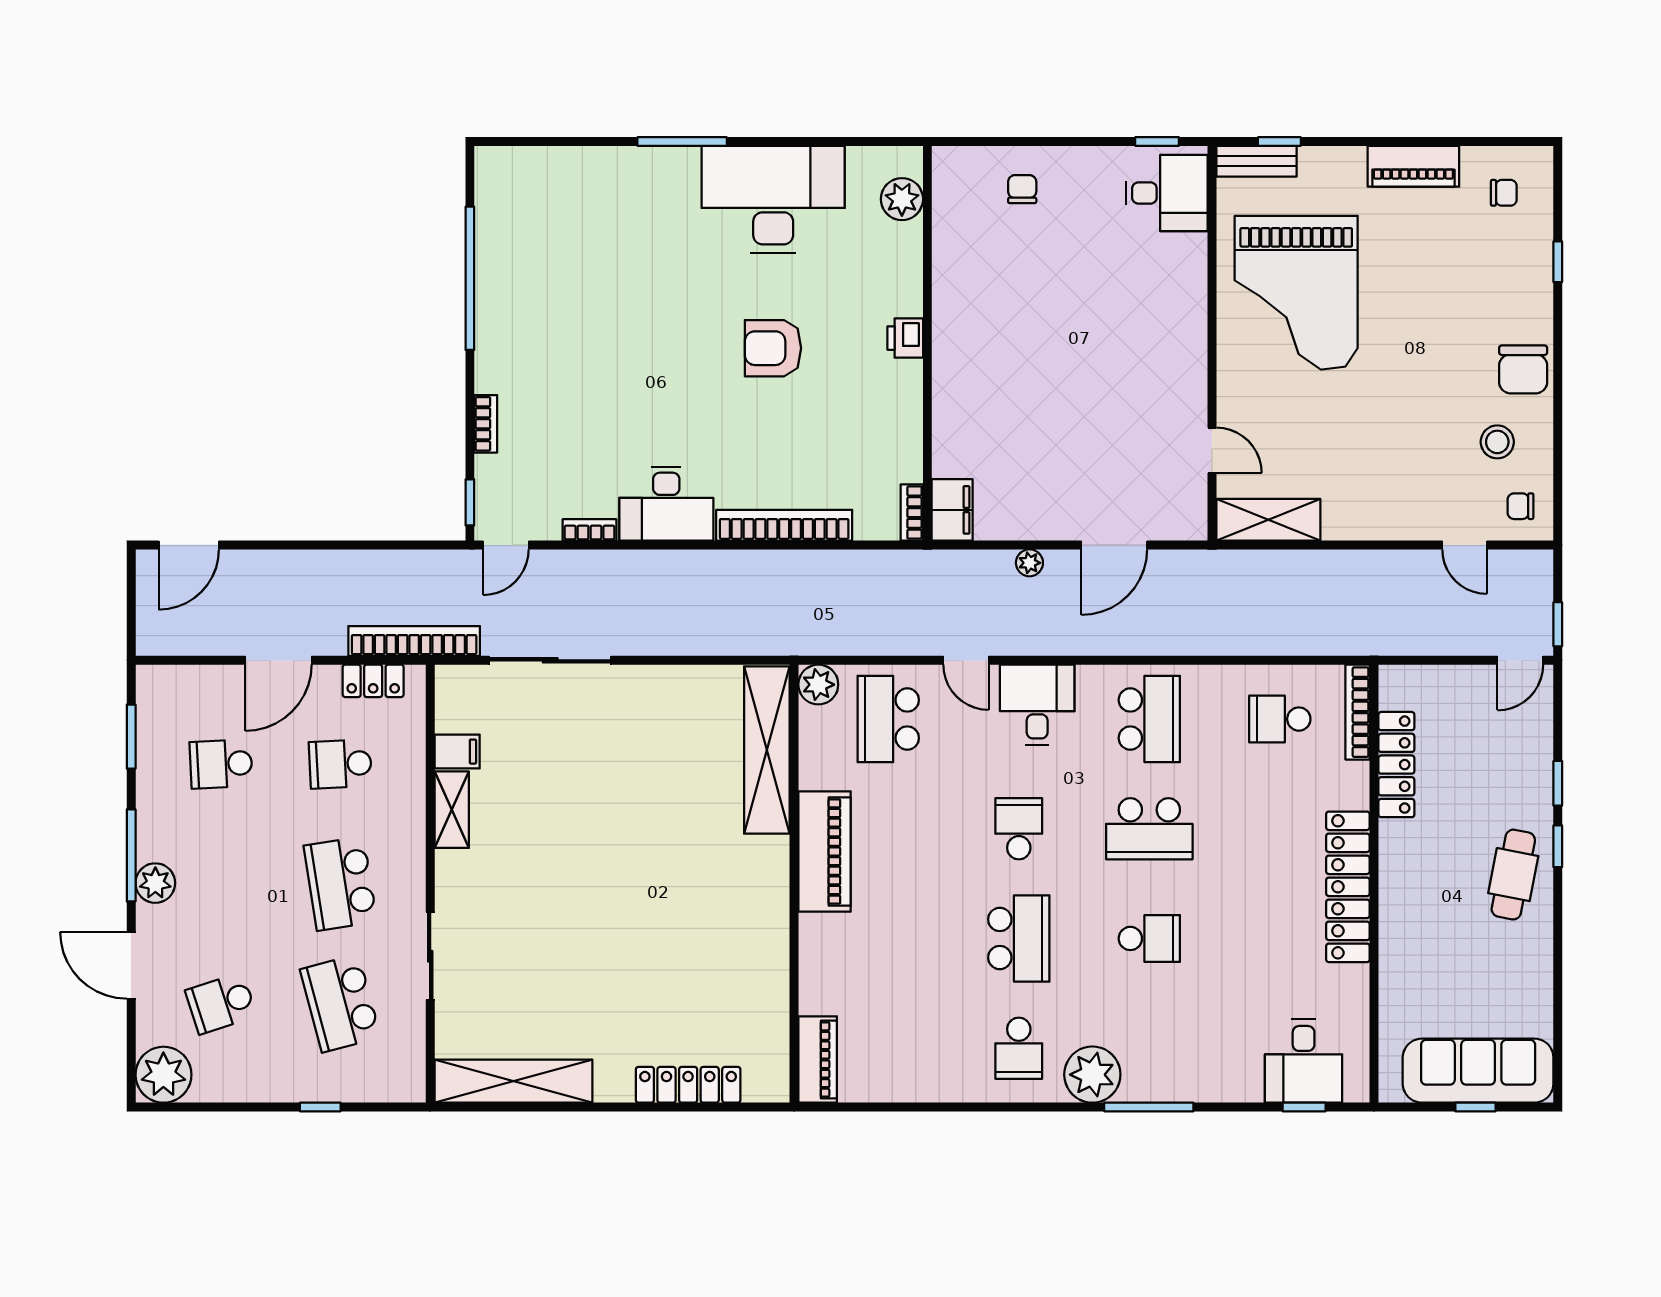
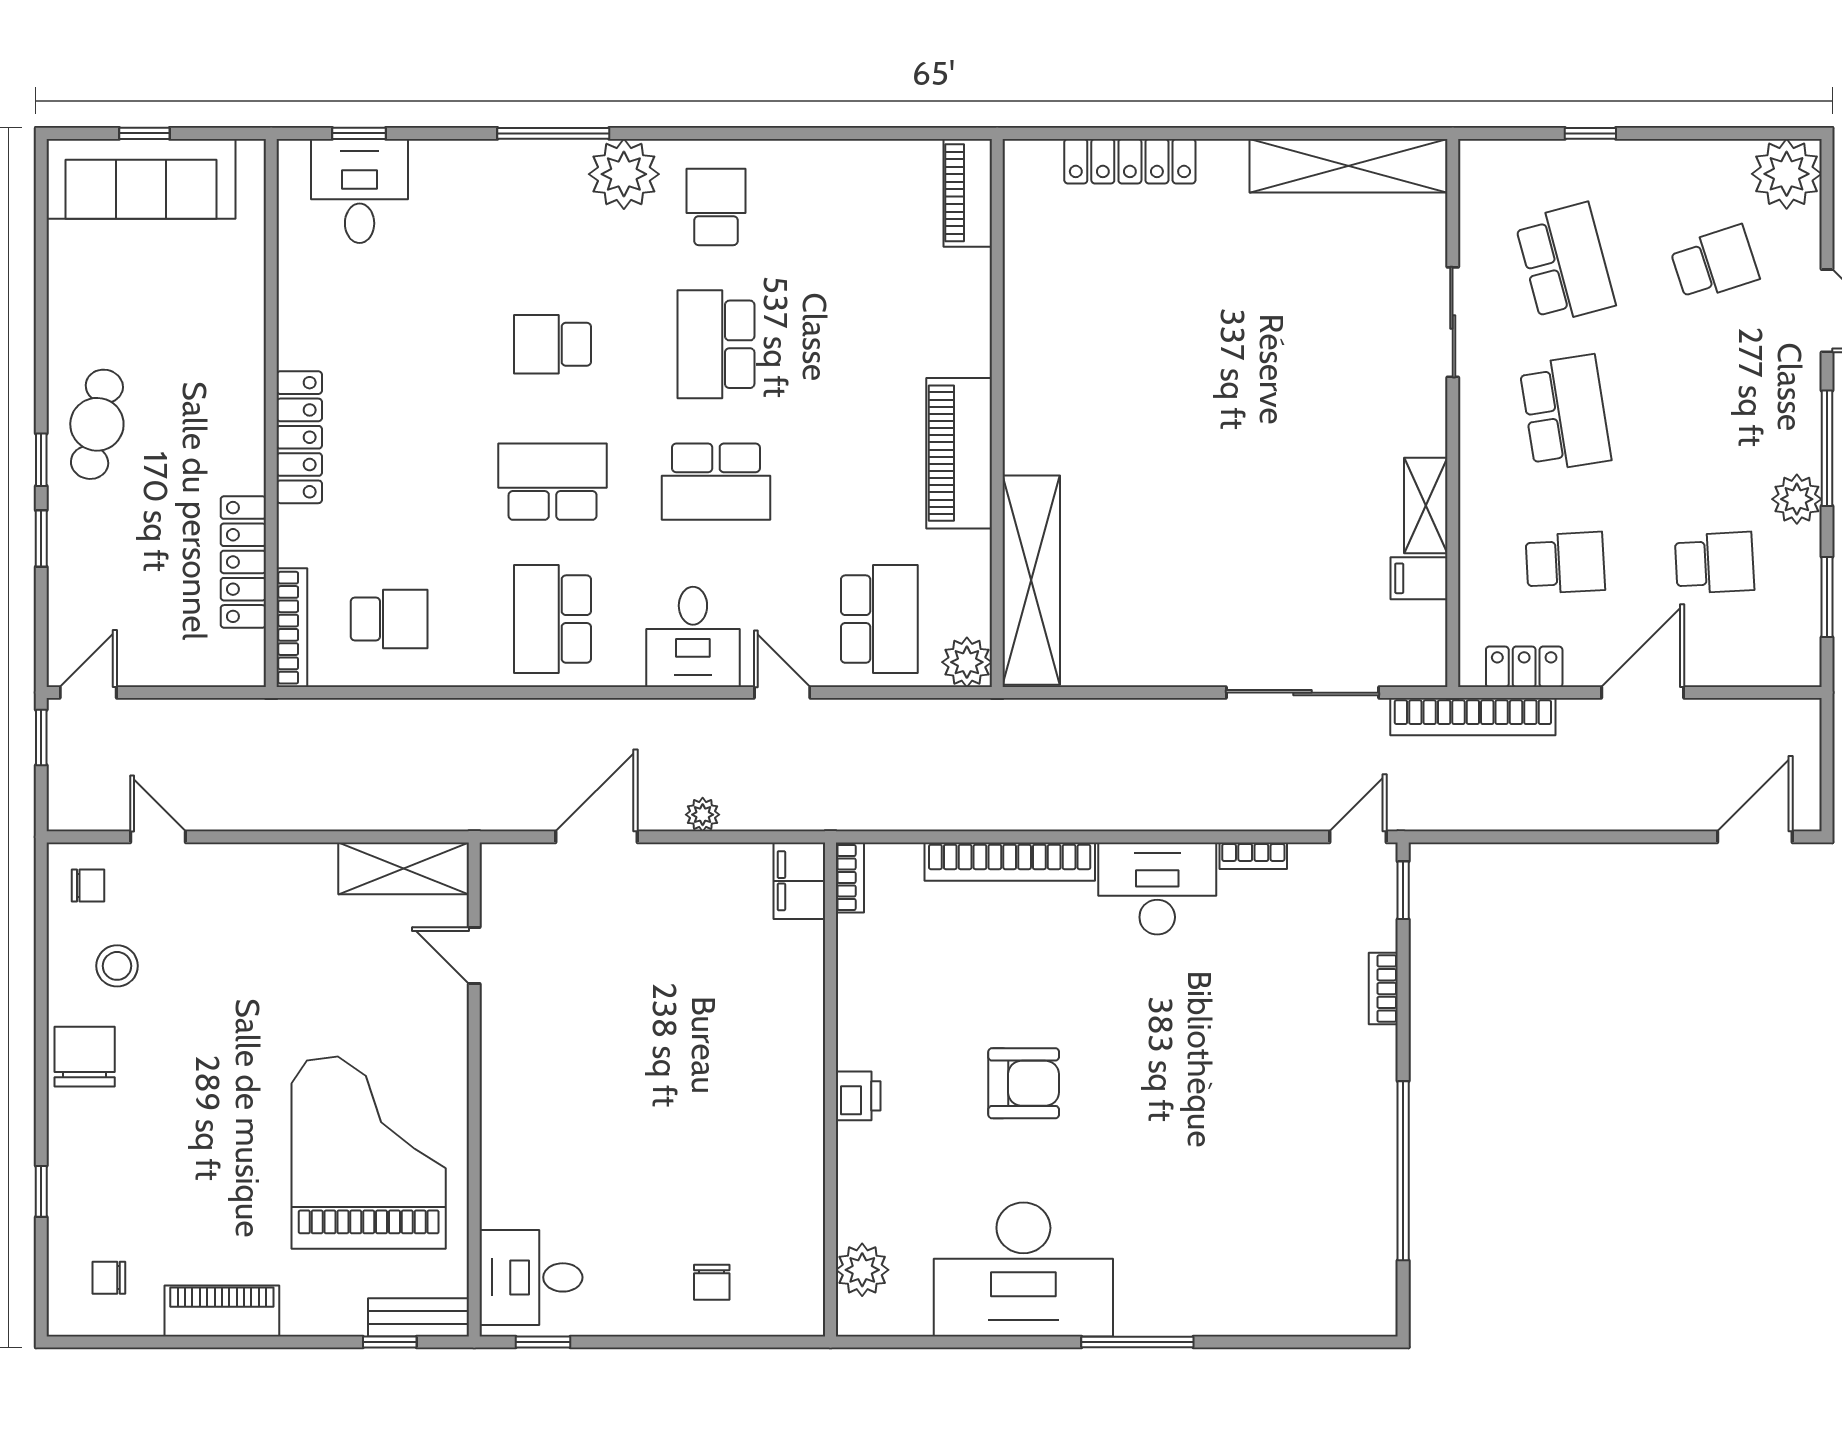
school desk: (1019, 829) -> (716, 482), width x1.85
plant: (155, 883) -> (1797, 499), moved
locker: (1348, 887) -> (299, 437), width x0.71, depth x0.83

